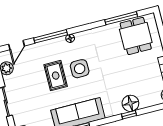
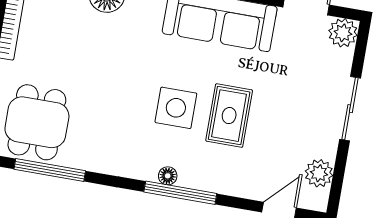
window: (51, 36) -> (180, 193), moved

